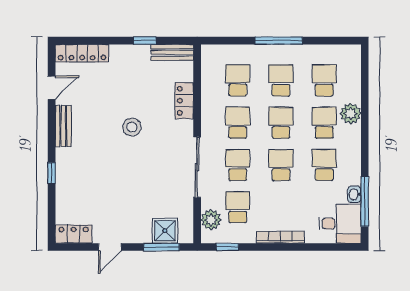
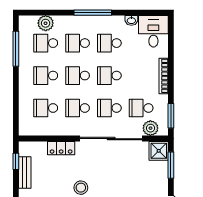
window: (145, 41) -> (16, 161), moved
window: (279, 41) -> (16, 49), moved
bench: (172, 52) -> (25, 172), moved
plant: (351, 114) -> (46, 23), moved
sliding door: (197, 167) -> (111, 139), width x1.36
window: (365, 201) -> (93, 13), moved
shower: (165, 231) -> (159, 151), moved
window: (227, 247) -> (171, 116), width x1.50

